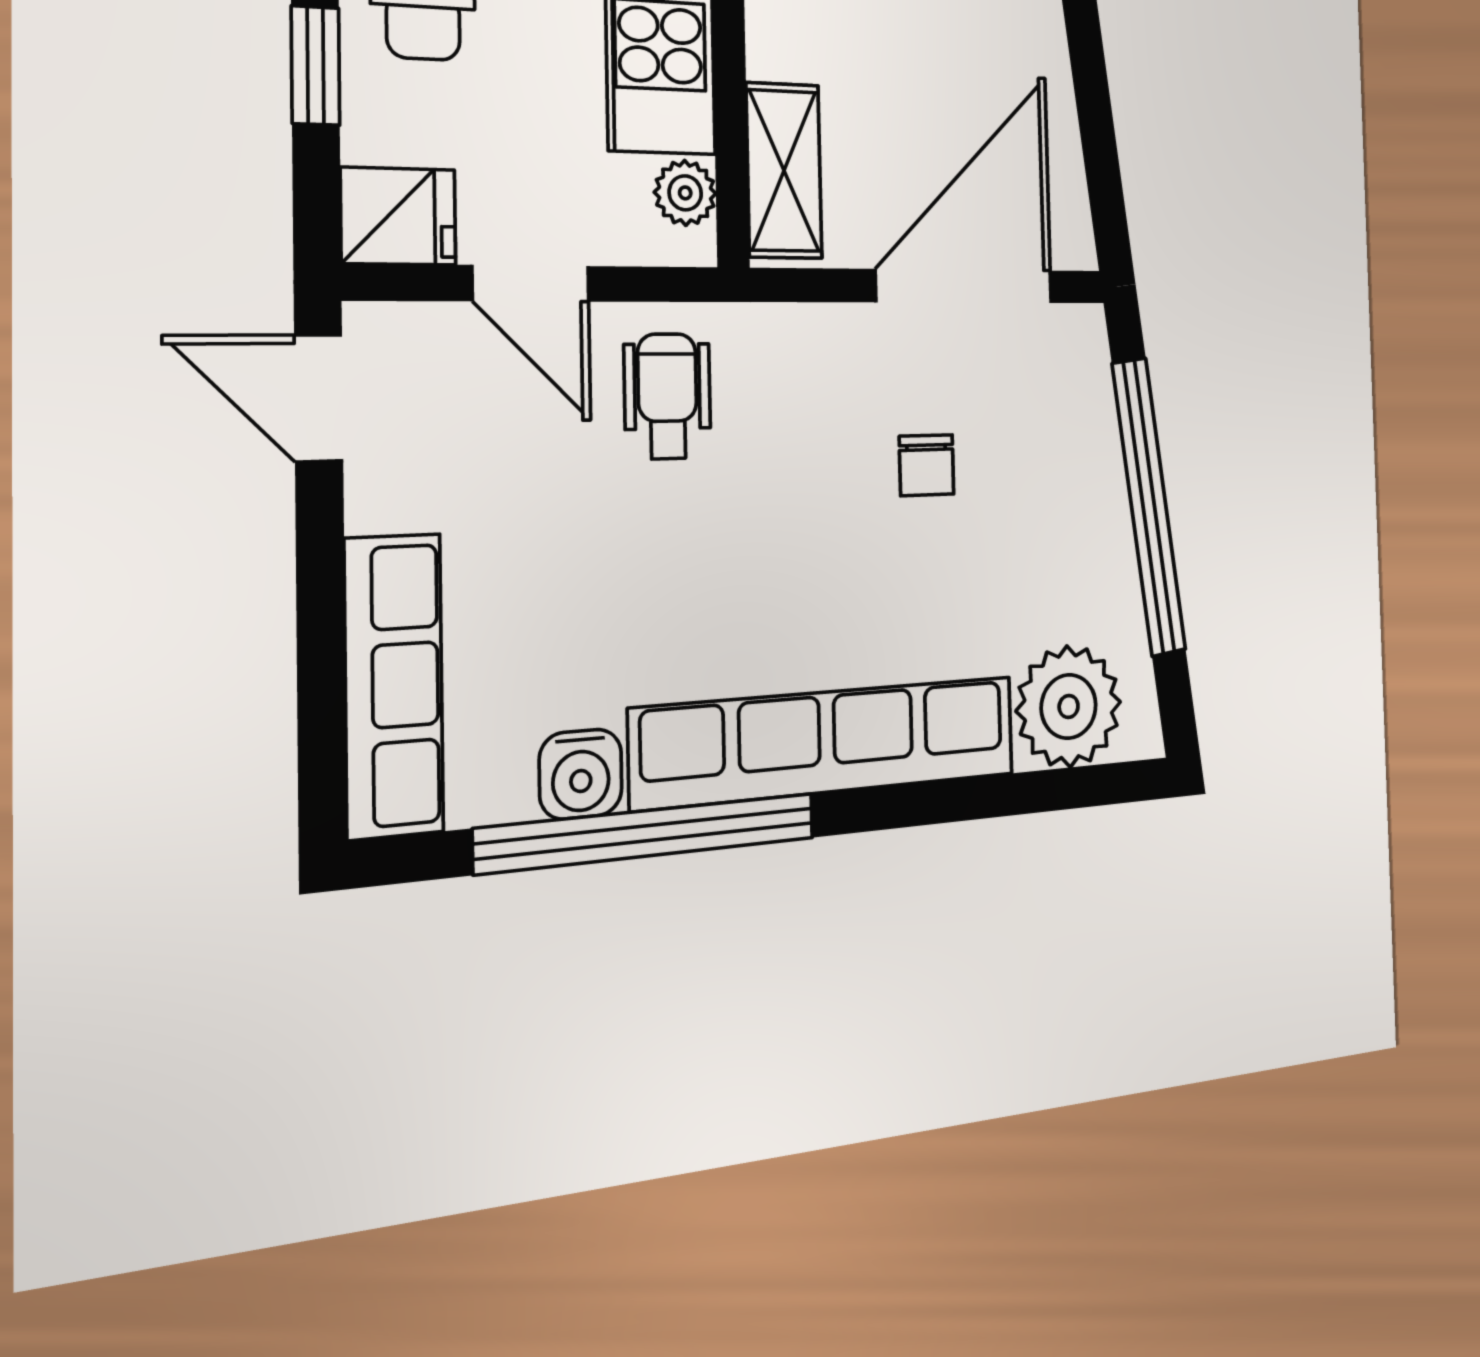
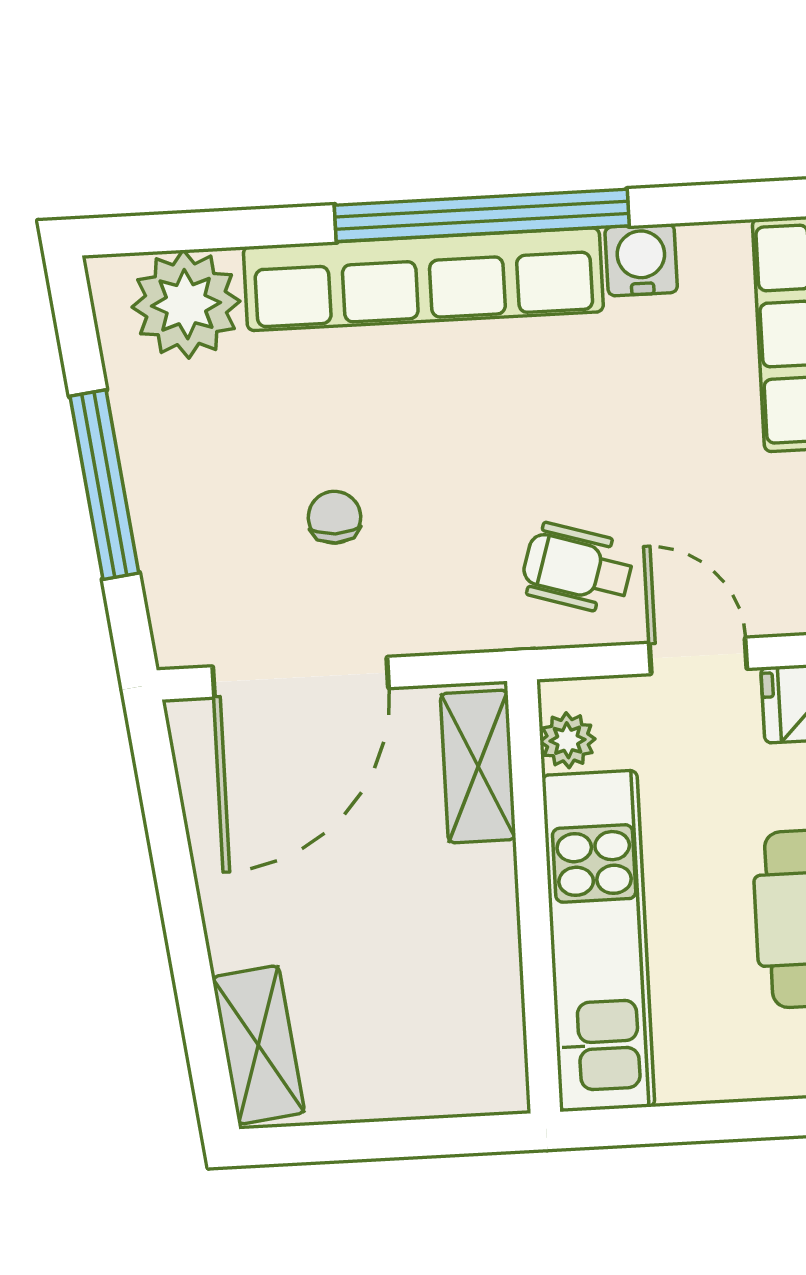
wheelchair: (667, 396) -> (577, 569), turned 107
window: (1149, 507) -> (104, 485), width x0.68
window: (648, 833) -> (482, 215), moved

